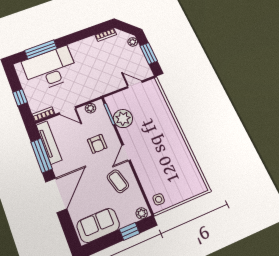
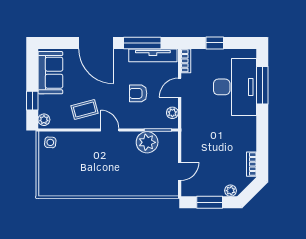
armchair: (97, 144) -> (138, 93), moved

